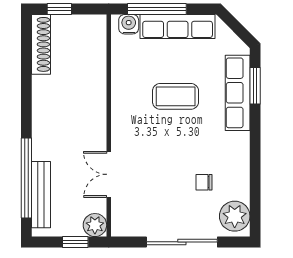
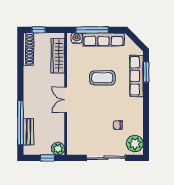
wardrobe: (94, 56) -> (58, 56), added
double door: (109, 174) -> (66, 100), moved
bench: (41, 195) -> (28, 132), width x0.73

